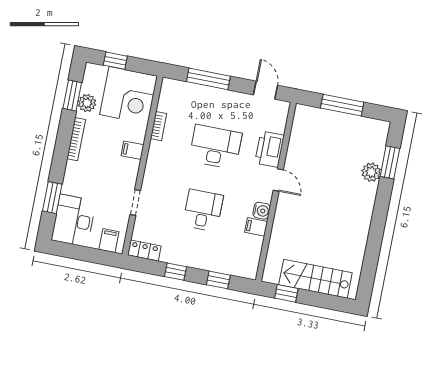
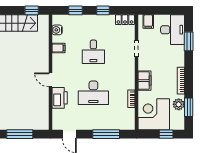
filing cabinet: (133, 150) -> (145, 81), width x2.00
water cooler: (262, 211) -> (57, 30), moved

